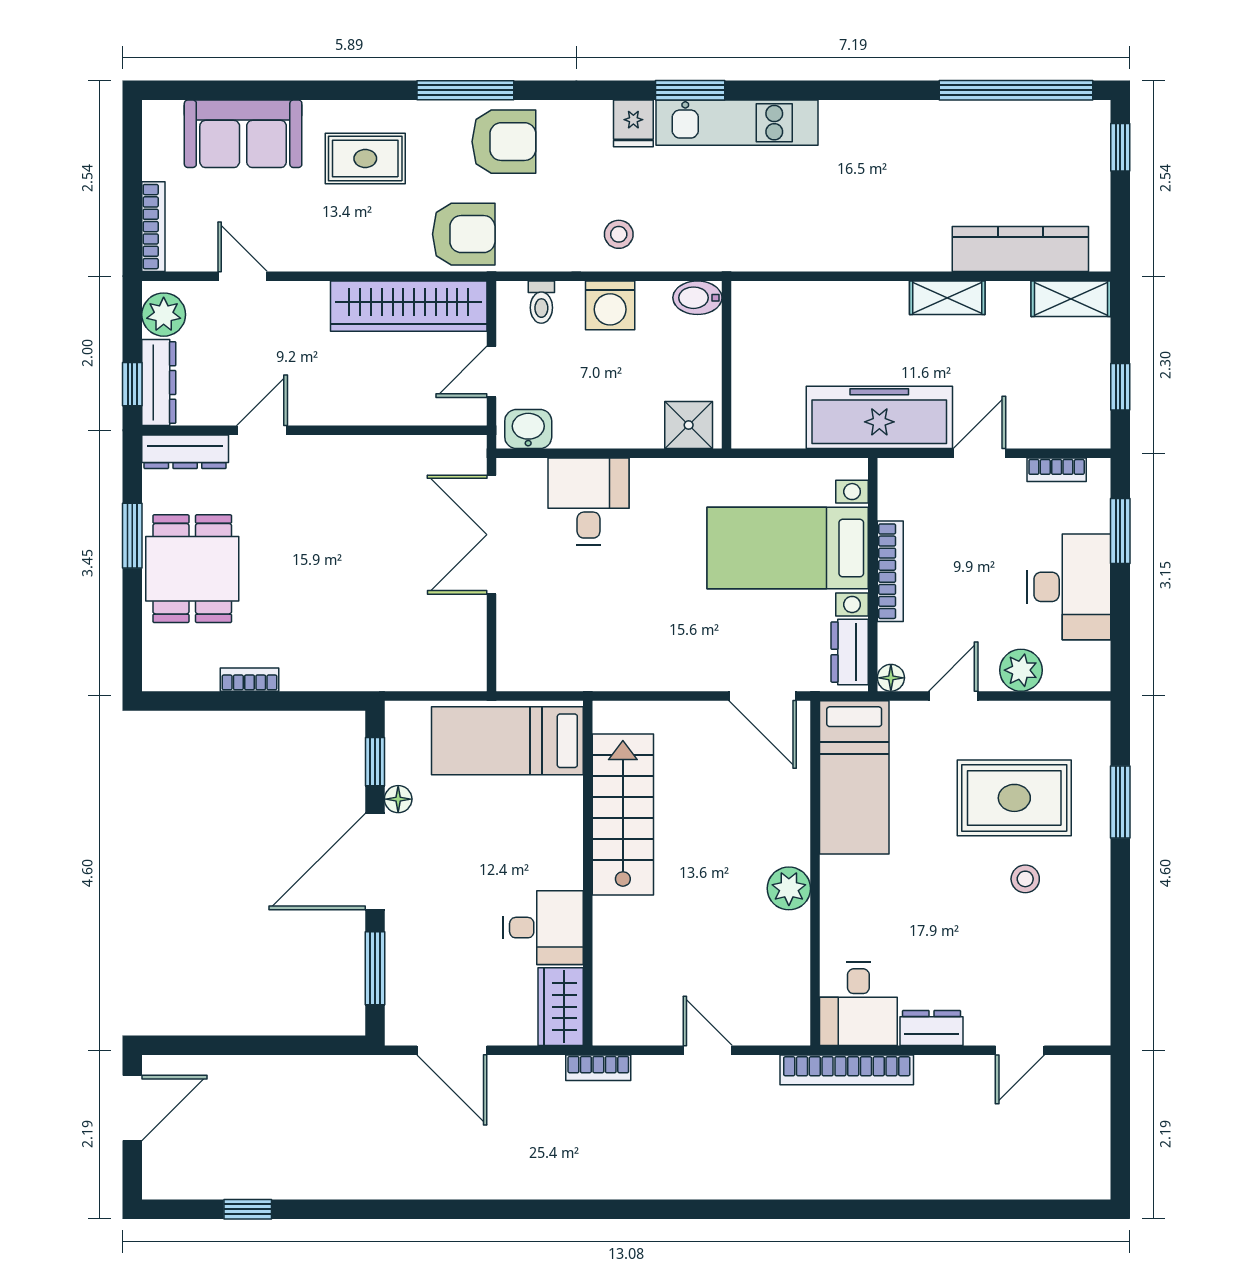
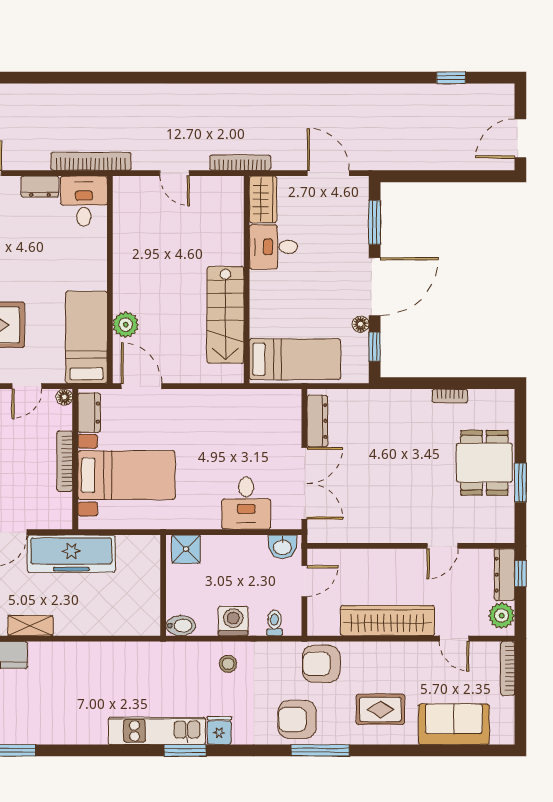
wardrobe: (409, 306) -> (388, 621), moved
dresser: (185, 452) -> (317, 421), moved, turned 90
plant: (789, 888) -> (126, 325), moved
bookcase: (598, 1068) -> (240, 163), width x1.56

